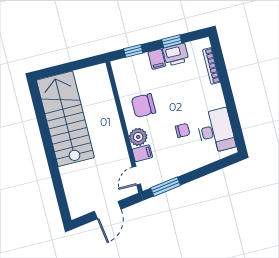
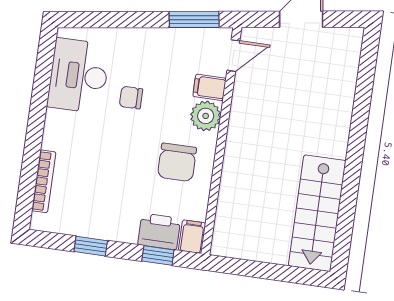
printer: (176, 55) -> (159, 231), moved
filing cabinet: (157, 59) -> (192, 237), moved
chair: (143, 105) -> (177, 162), turned 90
stairs: (65, 119) -> (317, 213), width x0.73, depth x0.66

